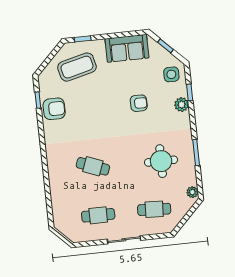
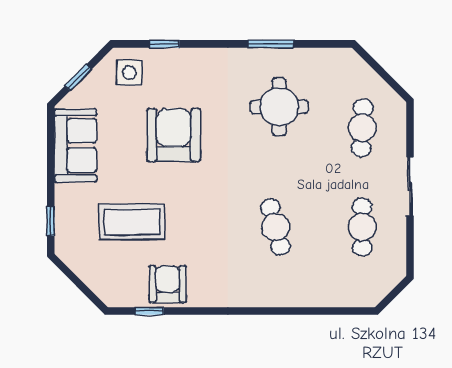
coffee table: (77, 67) -> (132, 222), moved, turned -76
armchair: (139, 103) -> (174, 135), width x1.88, depth x1.88
plant: (182, 105) -> (184, 60), removed
cafe table: (93, 166) -> (276, 227), turned -36
plant: (192, 192) -> (339, 58), removed

